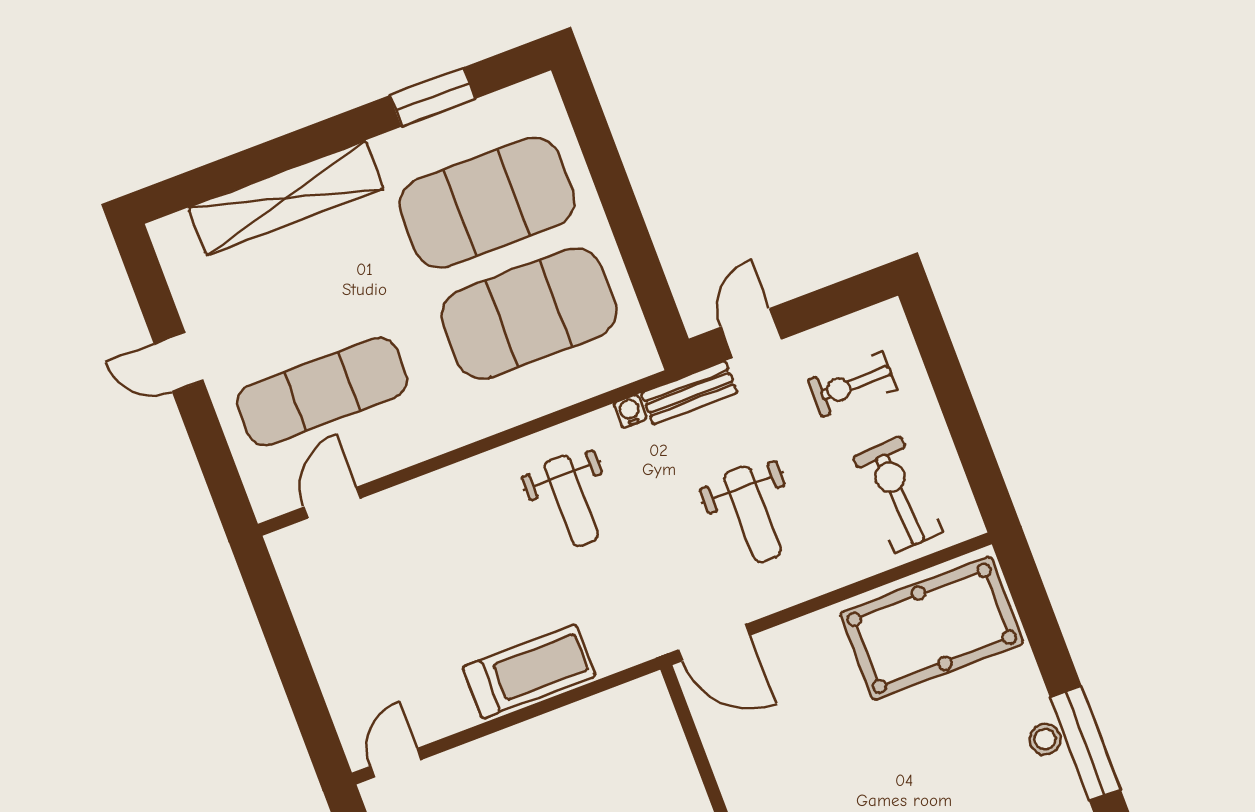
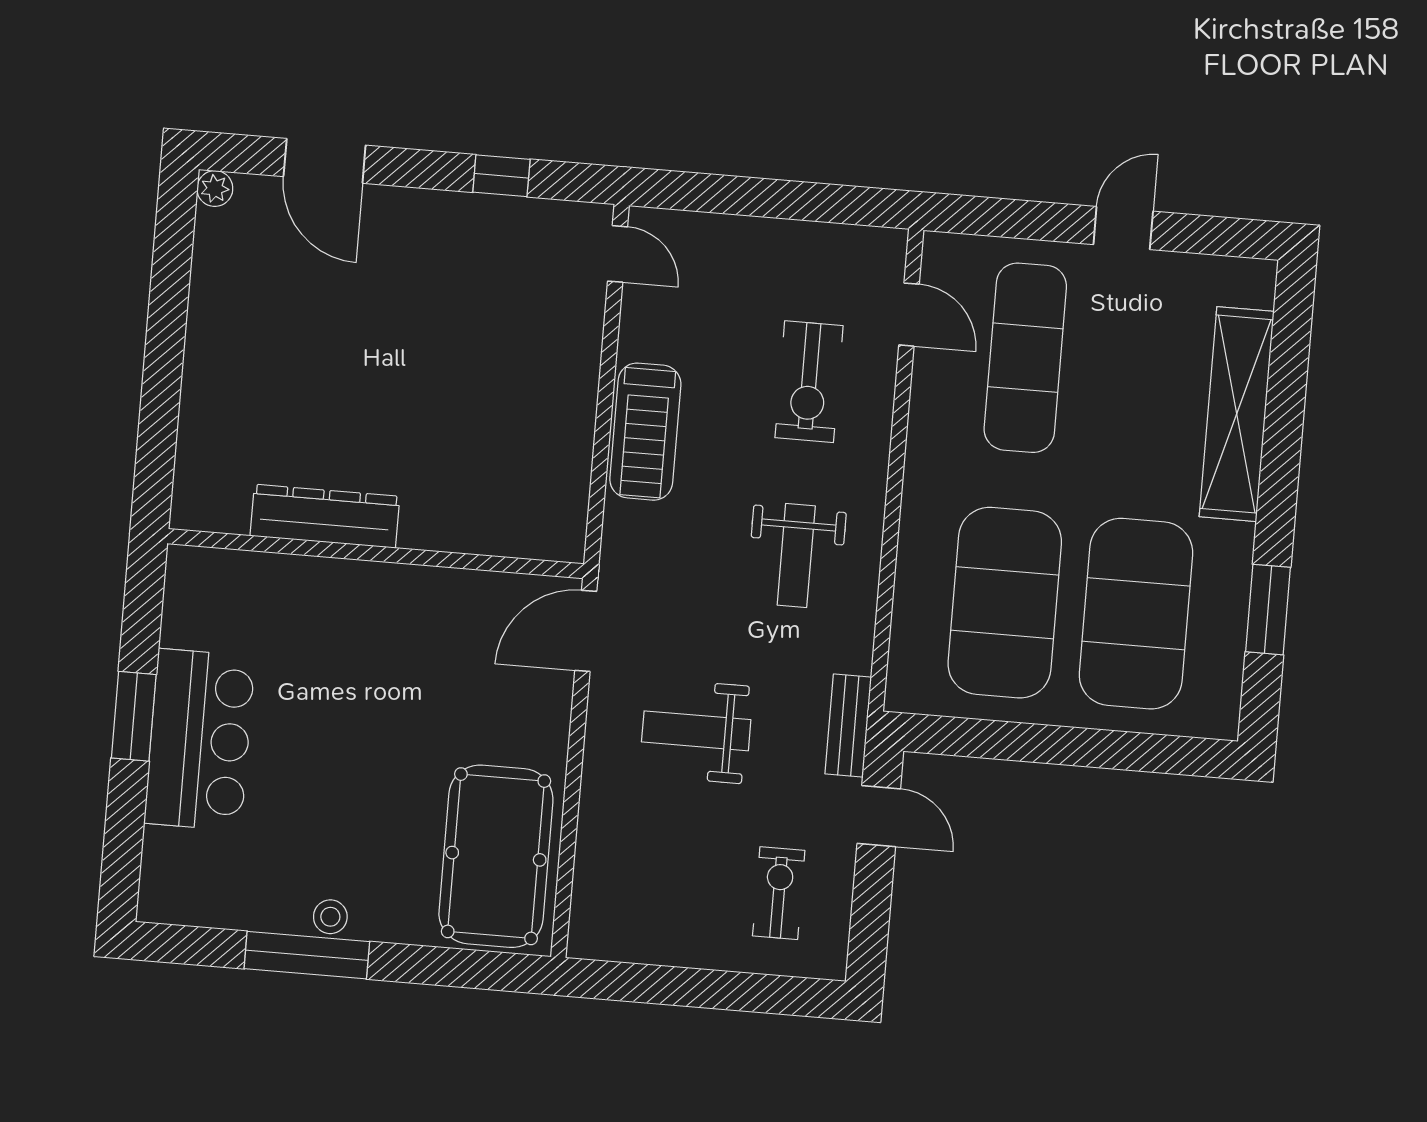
water cooler: (630, 411) -> (858, 657), removed
exercise bike: (898, 495) -> (809, 382), moved, turned 93
weight bench: (571, 501) -> (796, 555), turned -90

